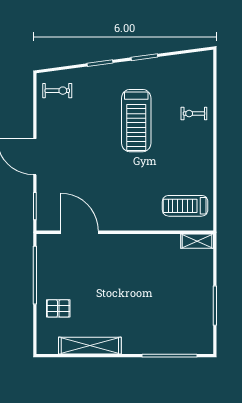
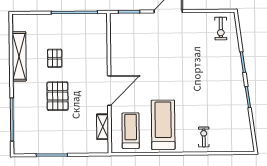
treadmill: (136, 121) -> (163, 125), moved, turned 90
door: (80, 232) -> (109, 90), moved
shelving: (197, 241) -> (103, 127), moved
pallet: (140, 298) -> (58, 96), added
pallet: (58, 308) -> (55, 58), moved

